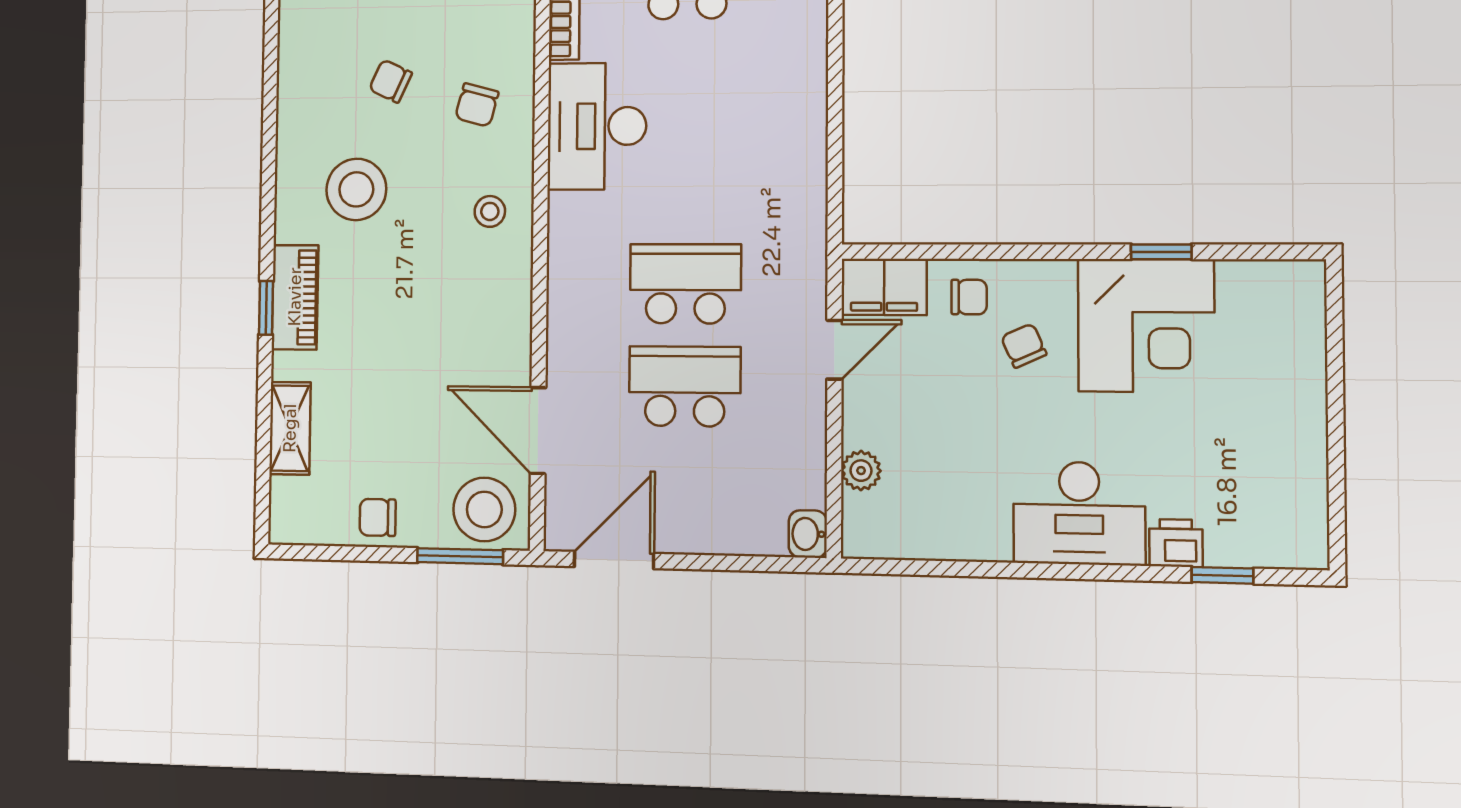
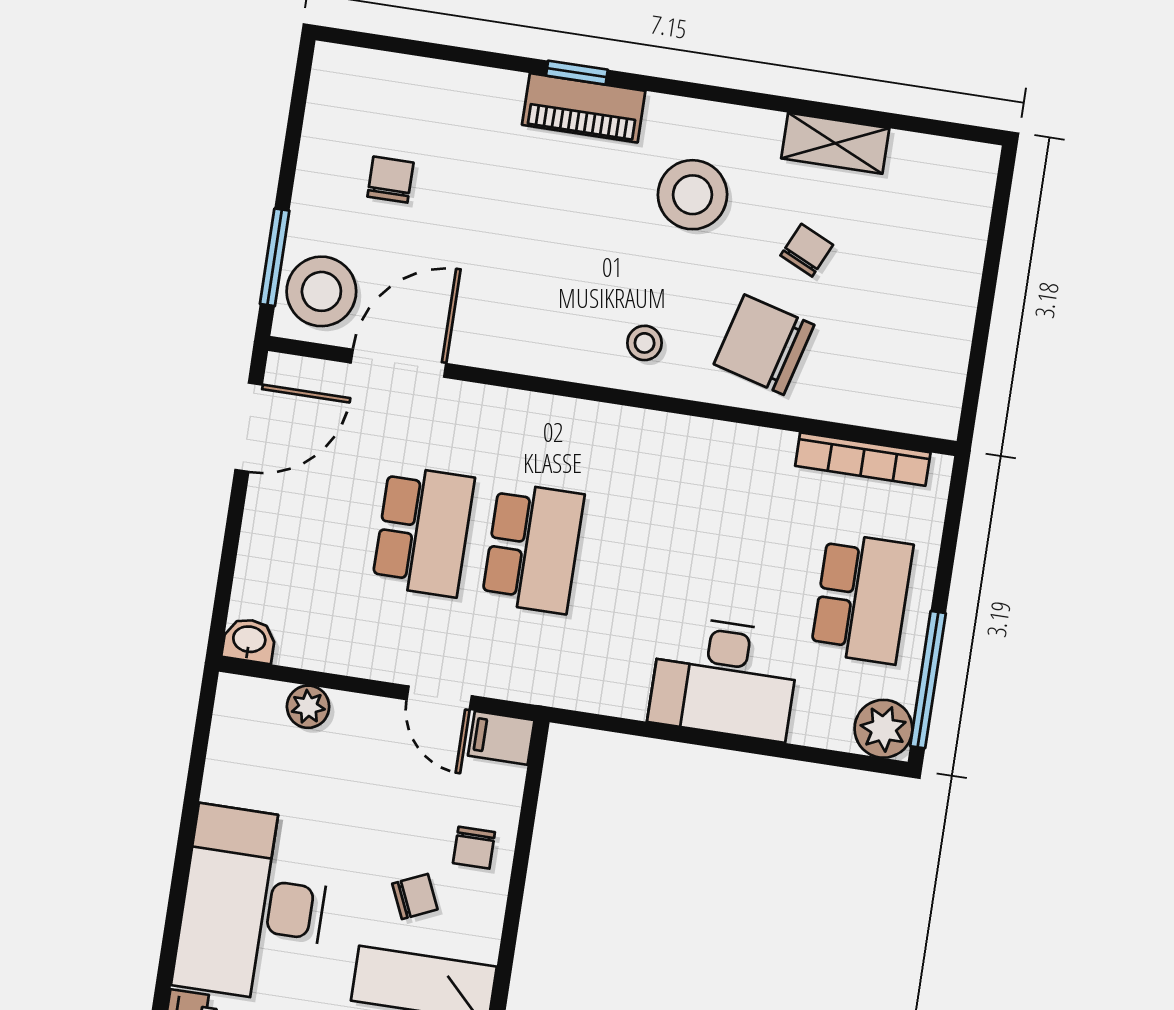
chair: (477, 105) -> (764, 345), width x1.87, depth x1.87
desk: (597, 126) -> (724, 678), moved, turned 180
filing cabinet: (884, 287) -> (501, 738), width x0.50
shelving: (290, 428) -> (835, 143), moved
desk: (1079, 513) -> (253, 904), width x1.36, depth x1.30
chair: (378, 517) -> (390, 180), moved
door: (614, 560) -> (249, 427), hinge flipped

